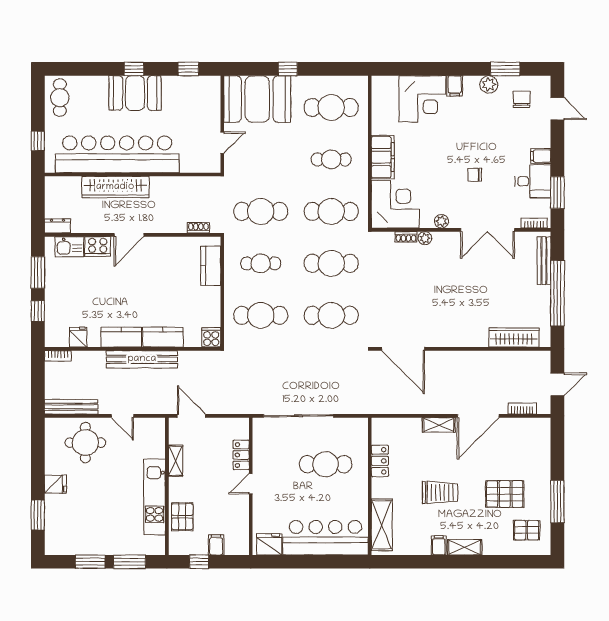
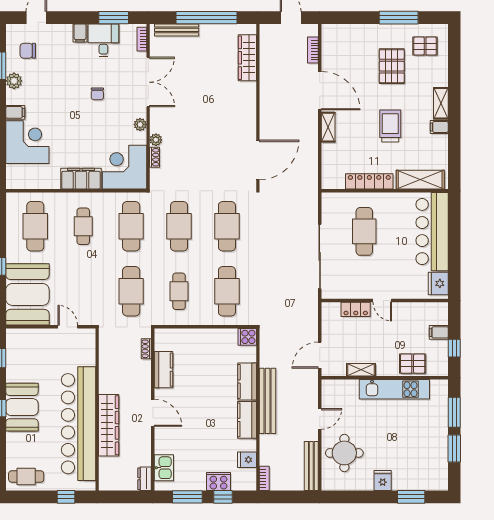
cooker: (98, 246) -> (219, 481), moved, turned -90
kitchen counter: (211, 266) -> (163, 370), moved, turned -90
locker: (380, 461) -> (369, 181), width x1.53
pallet: (527, 530) -> (425, 46), turned 90

